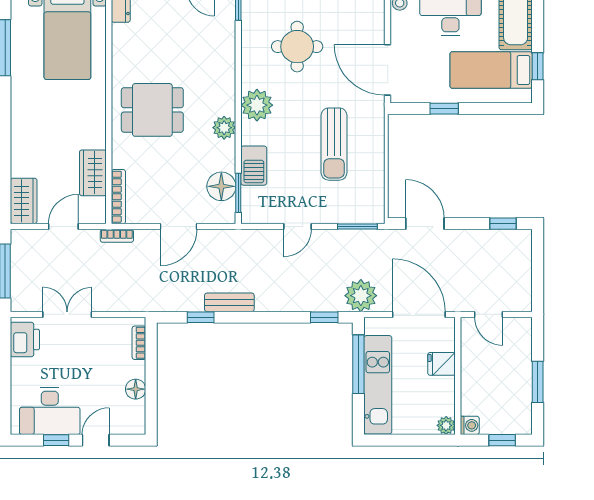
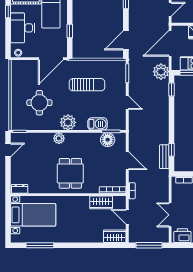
plant: (224, 128) -> (59, 138), moved
bench: (229, 302) -> (164, 157), moved

